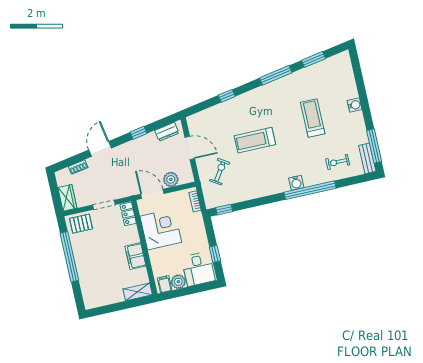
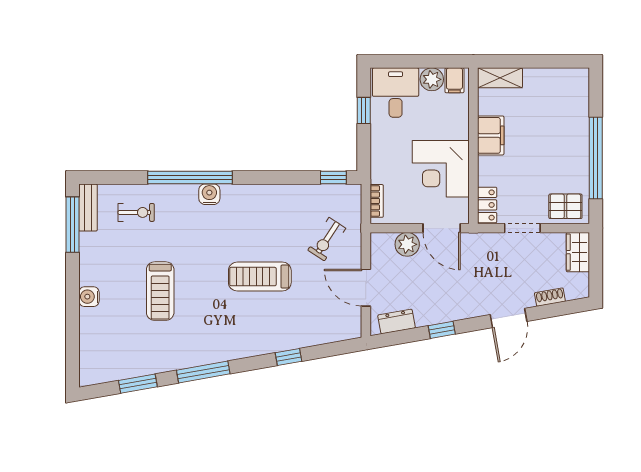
treadmill: (255, 140) -> (260, 277), turned 180

